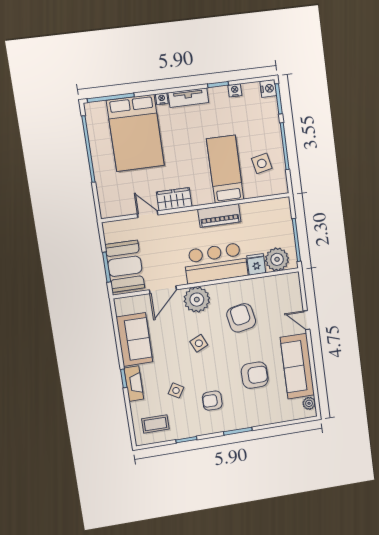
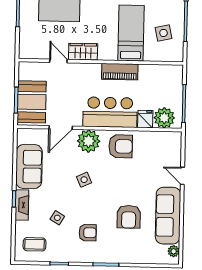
armchair: (241, 318) -> (121, 146), moved, turned 101
armchair: (255, 375) -> (129, 217), turned 90
armchair: (212, 401) -> (88, 233), turned 180

